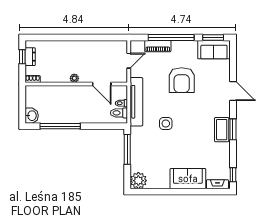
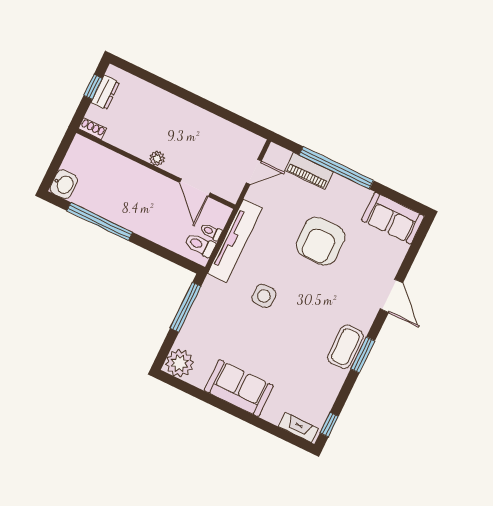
window: (213, 37) -> (401, 199), removed
sofa: (188, 179) -> (239, 388), moved

